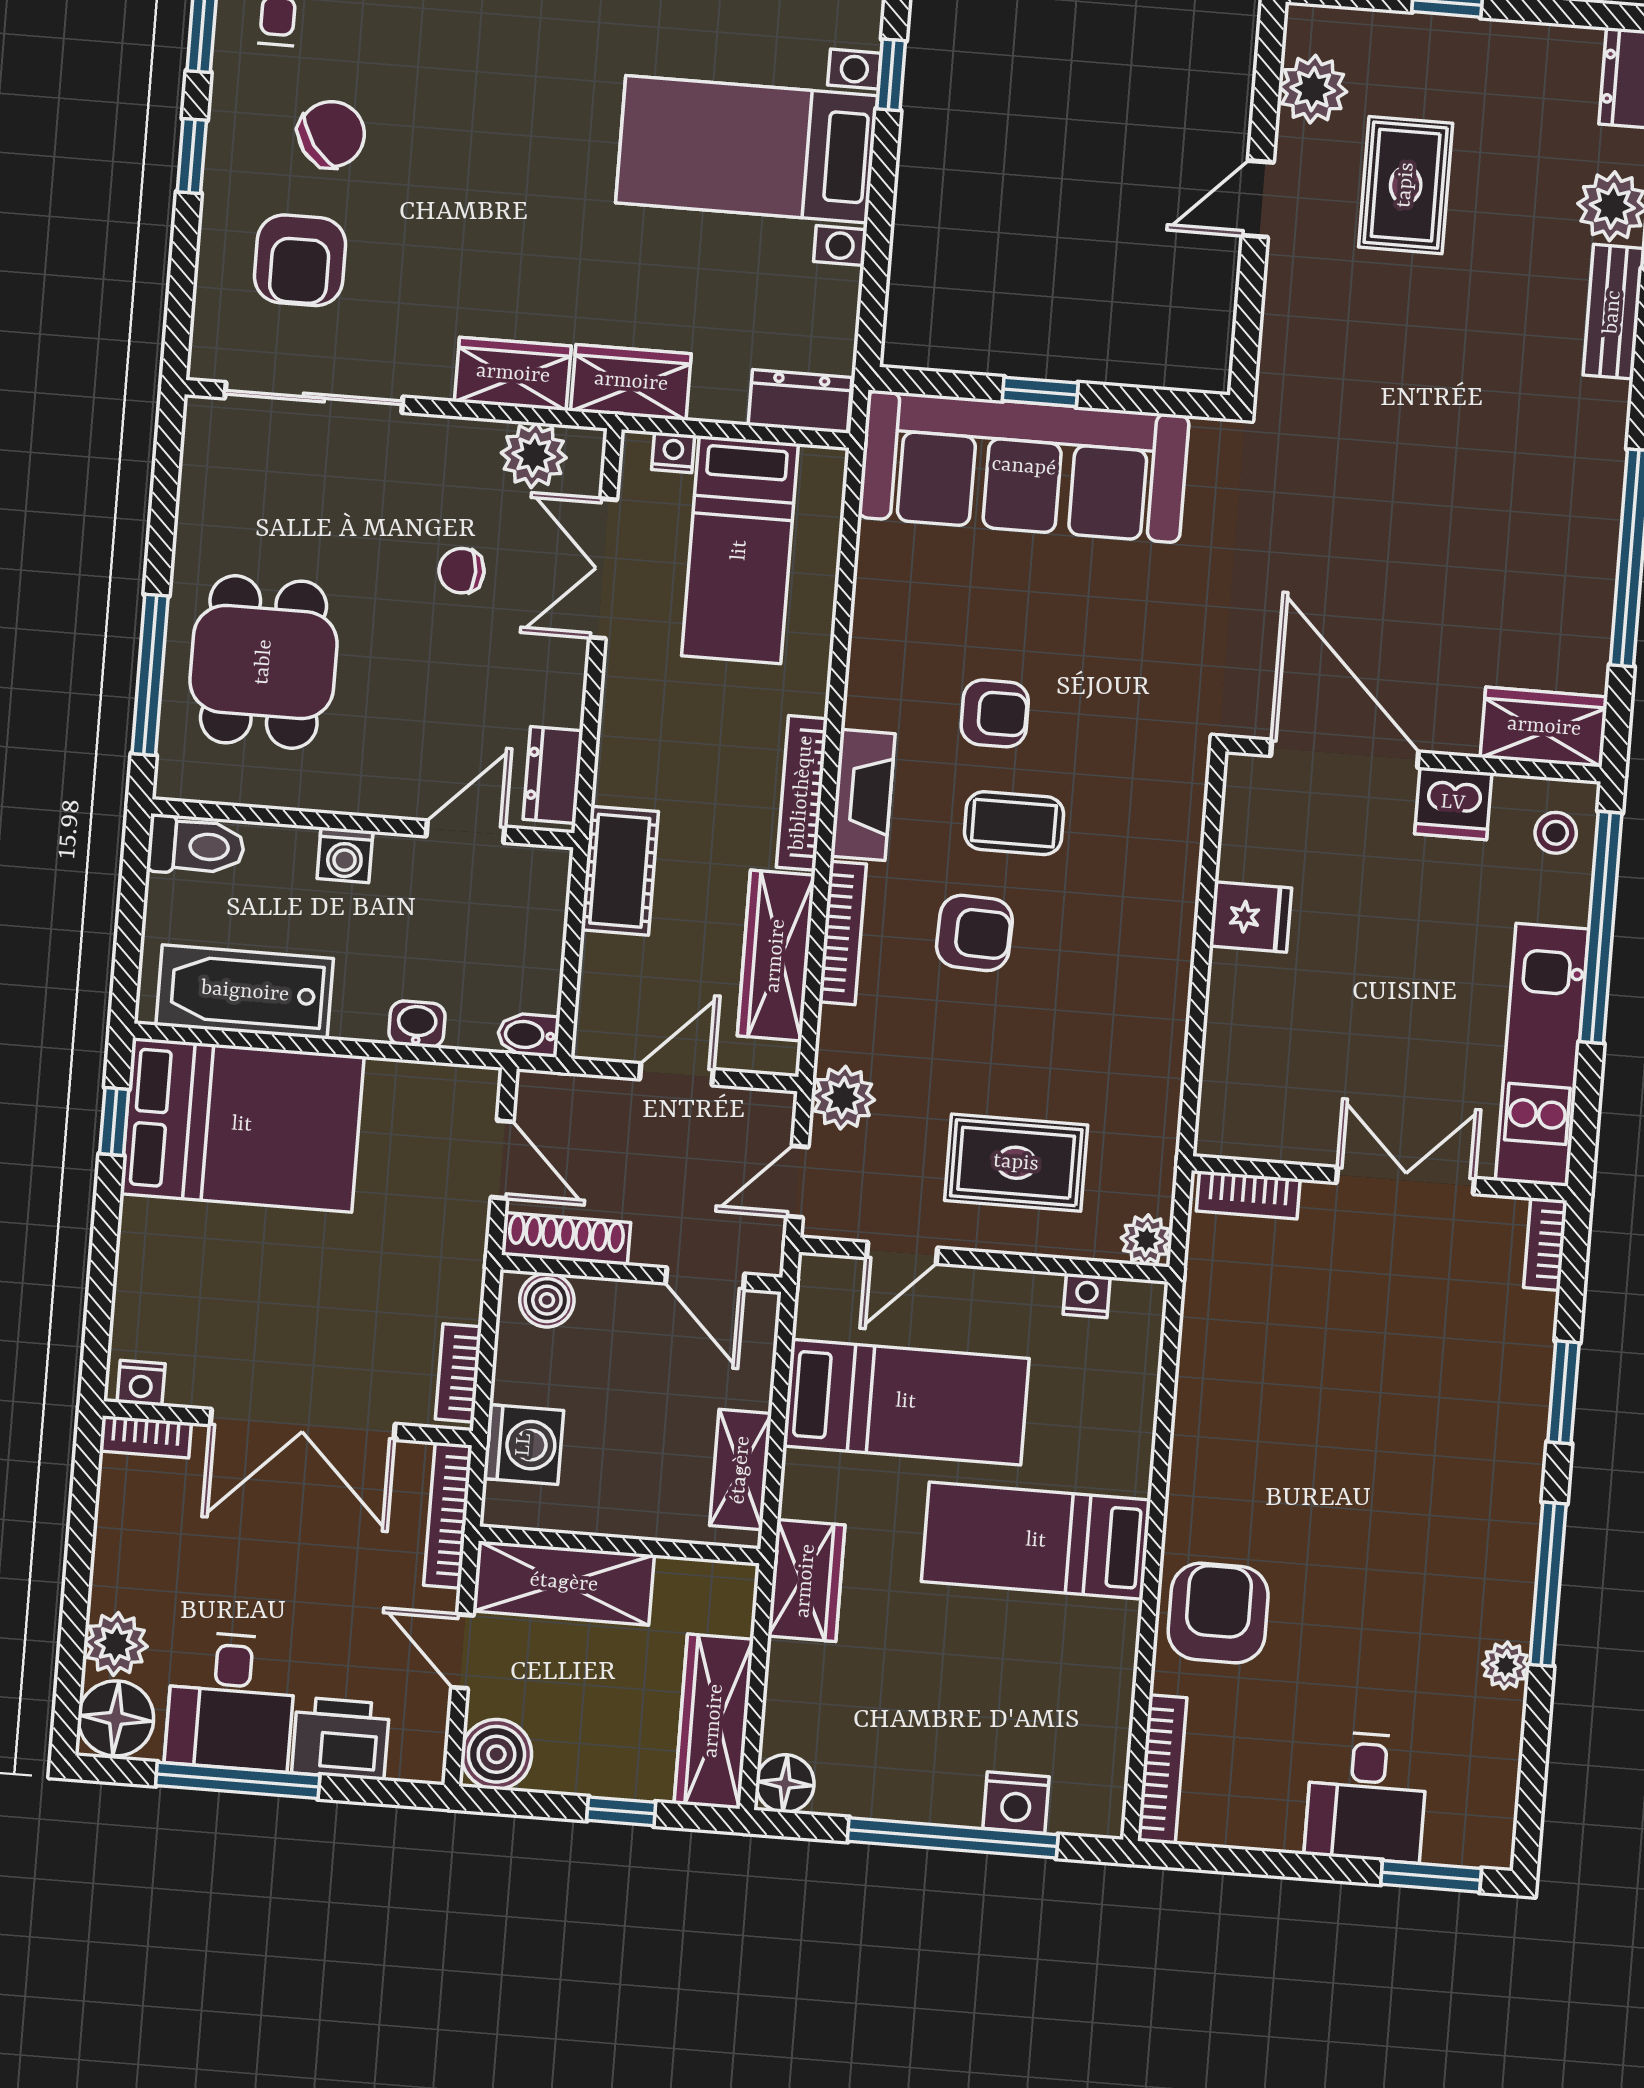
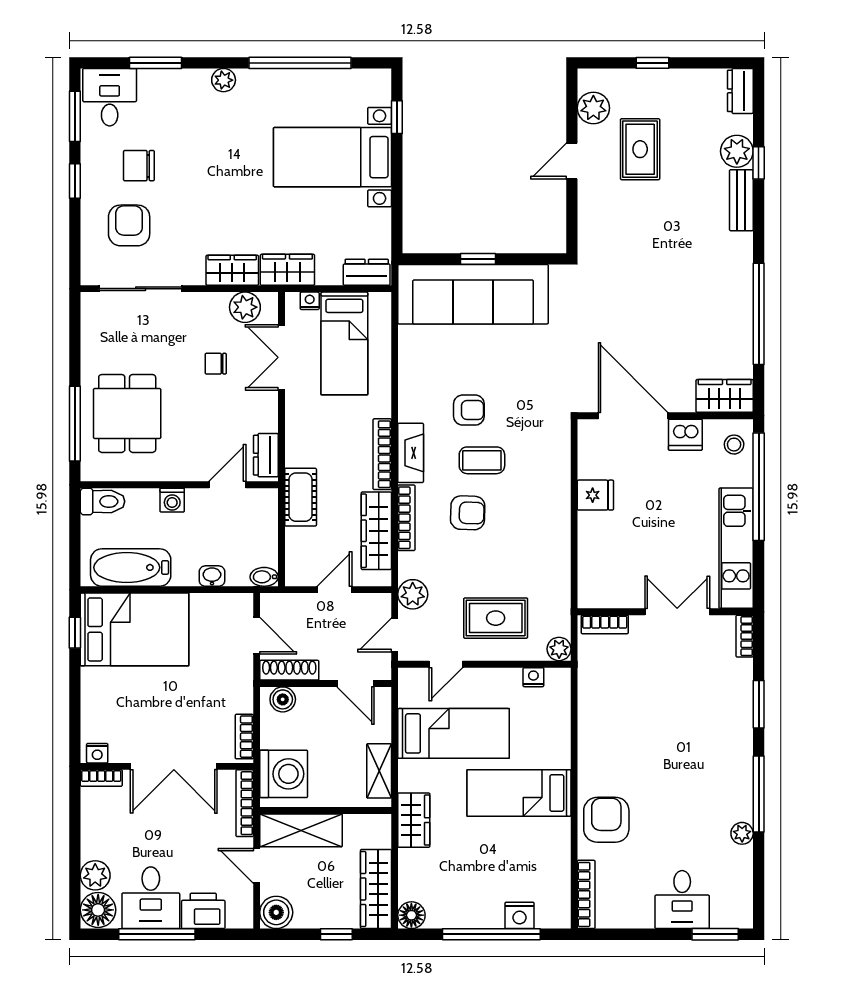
chair: (331, 134) -> (139, 166), turned -144
armchair: (300, 260) -> (129, 225), turned 180
washing machine: (524, 1445) -> (284, 774), width x1.37, depth x1.37

